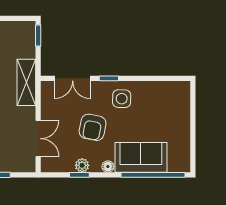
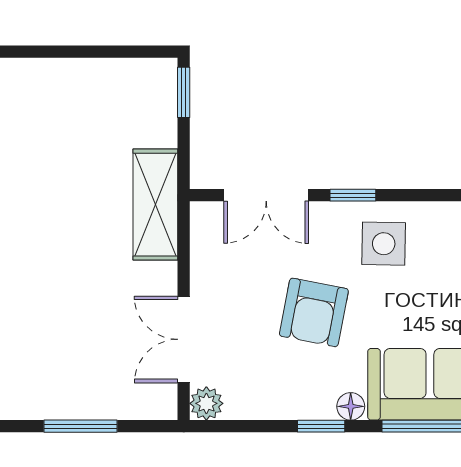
double door: (38, 139) -> (184, 339), swing flipped
plant: (82, 165) -> (206, 403), moved
window: (79, 175) -> (321, 426), moved

